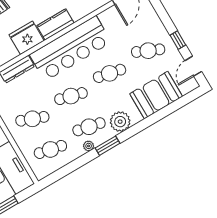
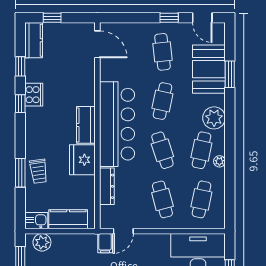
cafe table: (148, 51) -> (162, 52), turned -30
cafe table: (71, 96) -> (162, 150), turned -33
cafe table: (32, 119) -> (162, 199), turned -36
window: (108, 146) -> (230, 74), moved

